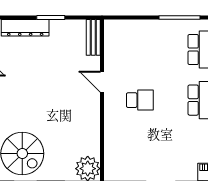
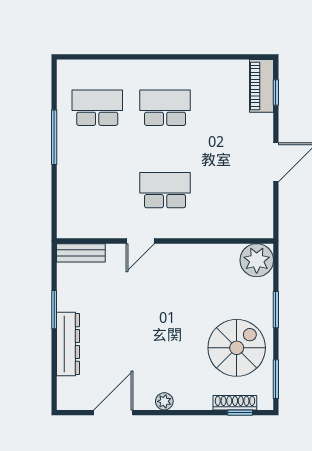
school desk: (140, 100) -> (165, 190), width x1.85

